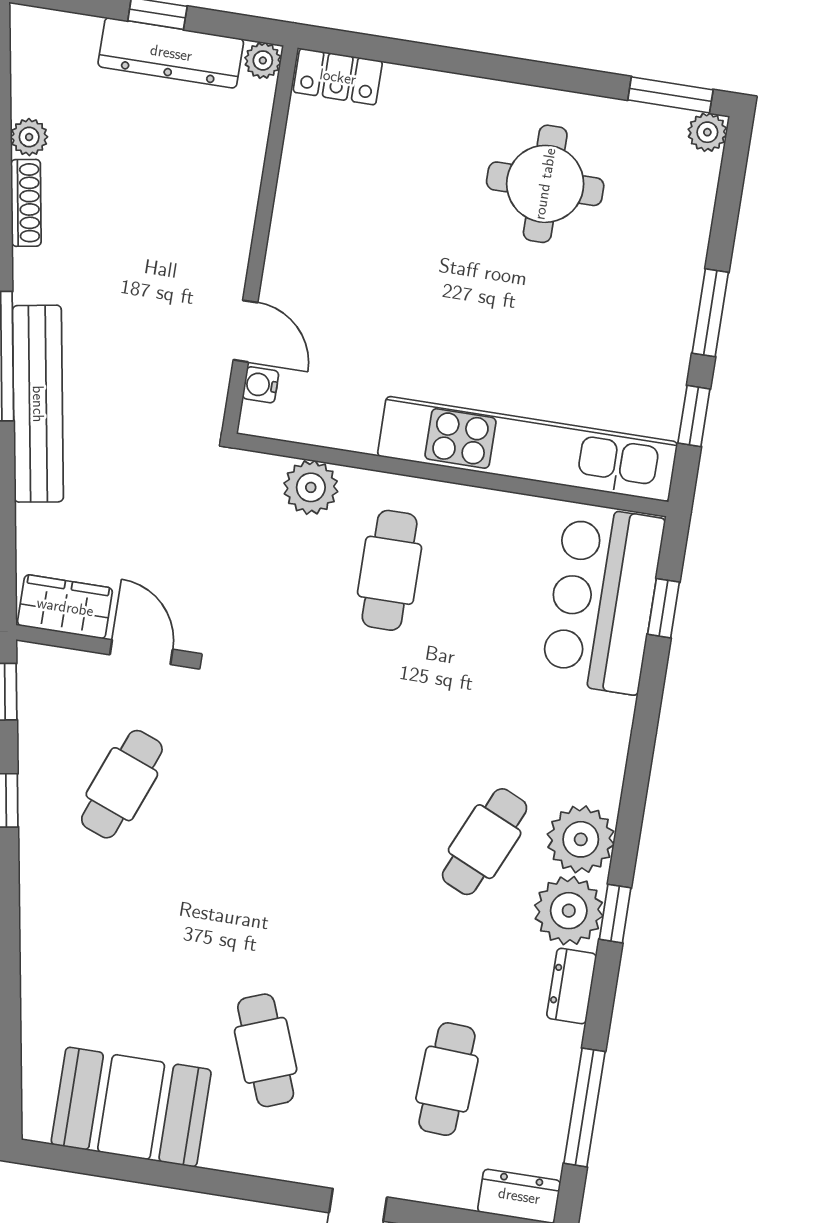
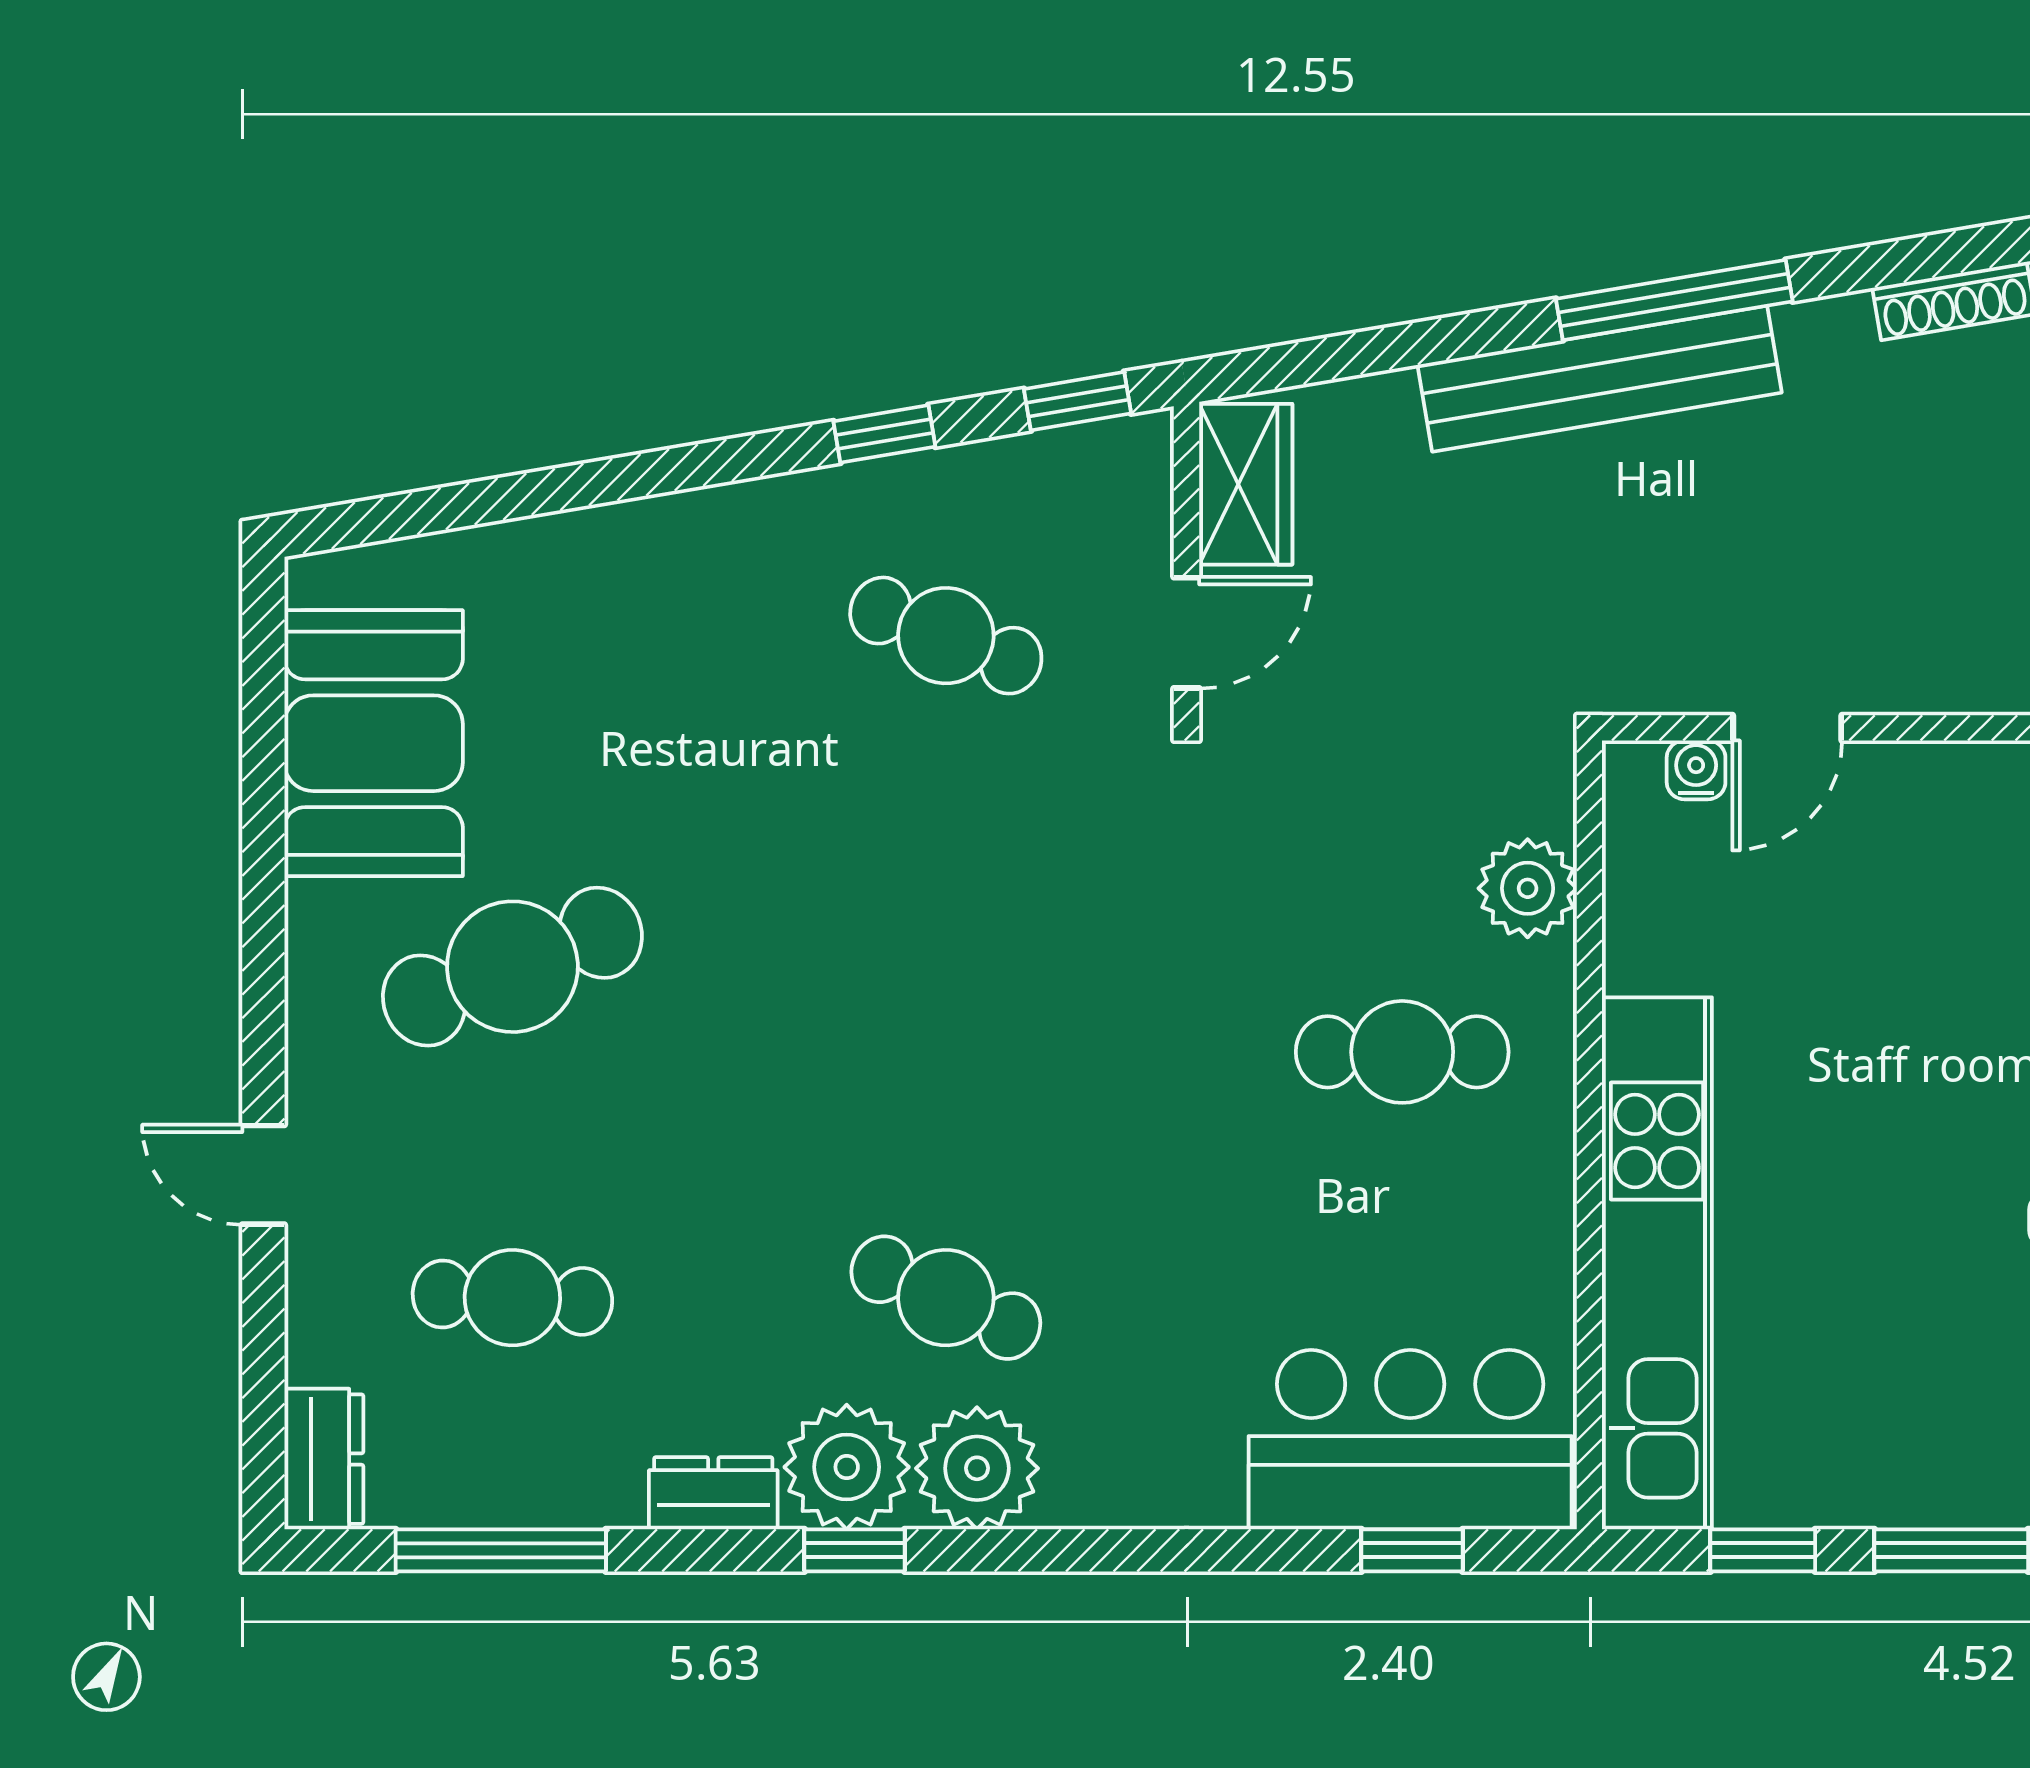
cafe table: (266, 1050) -> (512, 967), width x1.37, depth x1.35

